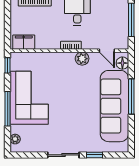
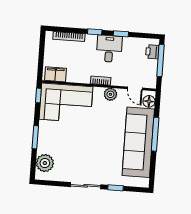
printer: (122, 11) -> (152, 52), added
corner sofa: (29, 98) -> (66, 103), moved, turned 90
window: (8, 109) -> (35, 137), width x0.69
plant: (15, 139) -> (45, 163), width x1.88, depth x1.88

